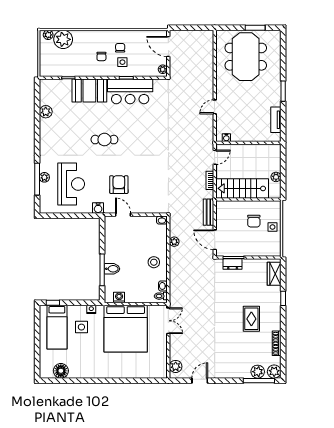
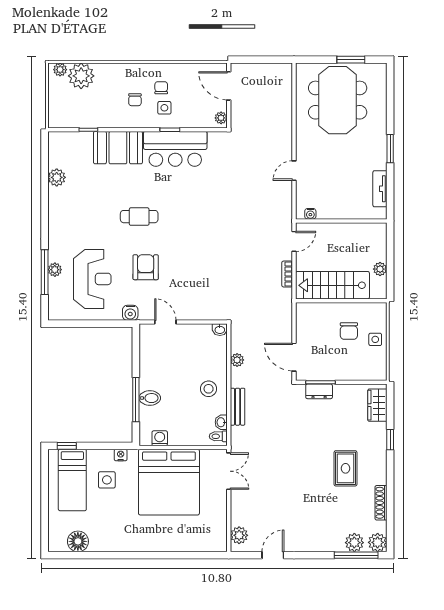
armchair: (119, 185) -> (146, 267), moved
bench: (208, 212) -> (238, 407), moved

